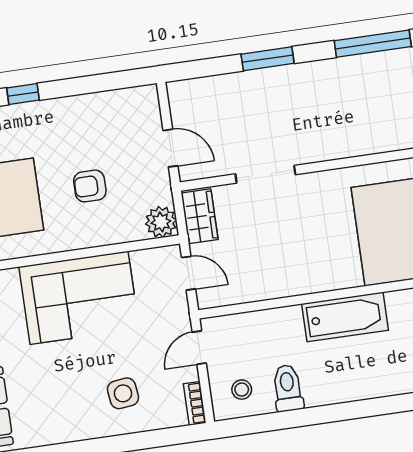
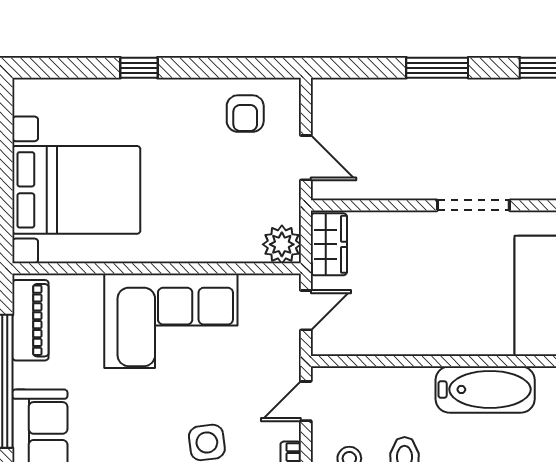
doorway: (265, 174) -> (473, 205), moved
armchair: (90, 186) -> (245, 114), moved, turned -90
door: (189, 273) -> (306, 310), hinge flipped

